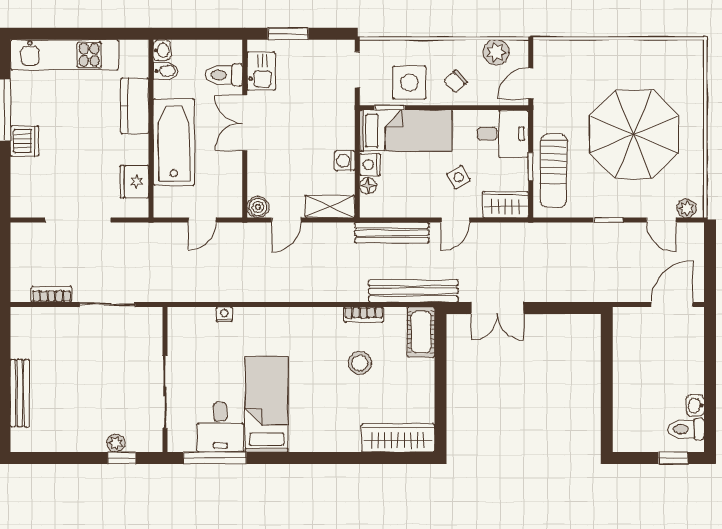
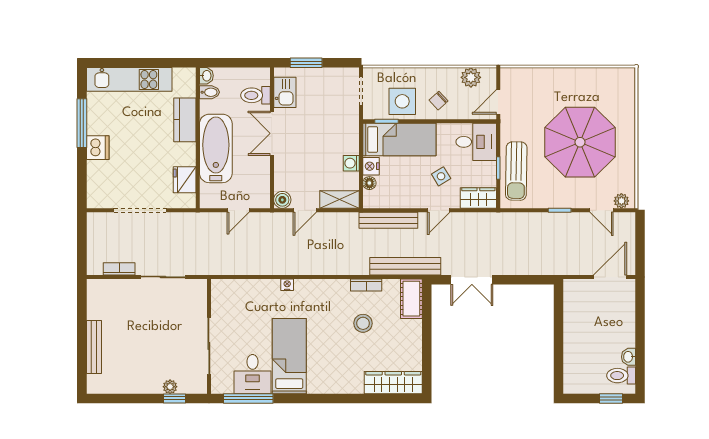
nightstand: (224, 314) -> (287, 285), moved

